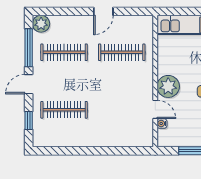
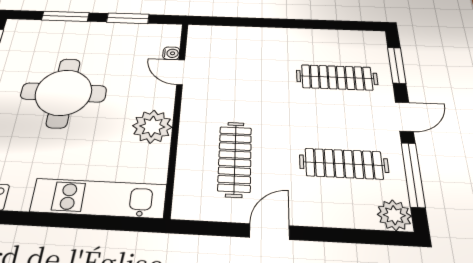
clothes rail: (122, 52) -> (235, 159), turned 90
plant: (168, 86) -> (152, 127), moved
window: (29, 121) -> (397, 65), width x1.50

